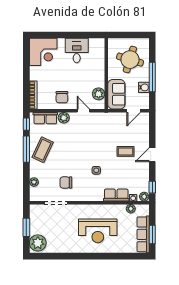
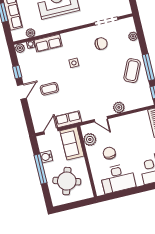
desk: (77, 51) -> (118, 178), width x1.37
chair: (62, 97) -> (109, 153), moved
row of seats: (45, 118) -> (68, 119), moved
window: (152, 187) -> (17, 72), moved

